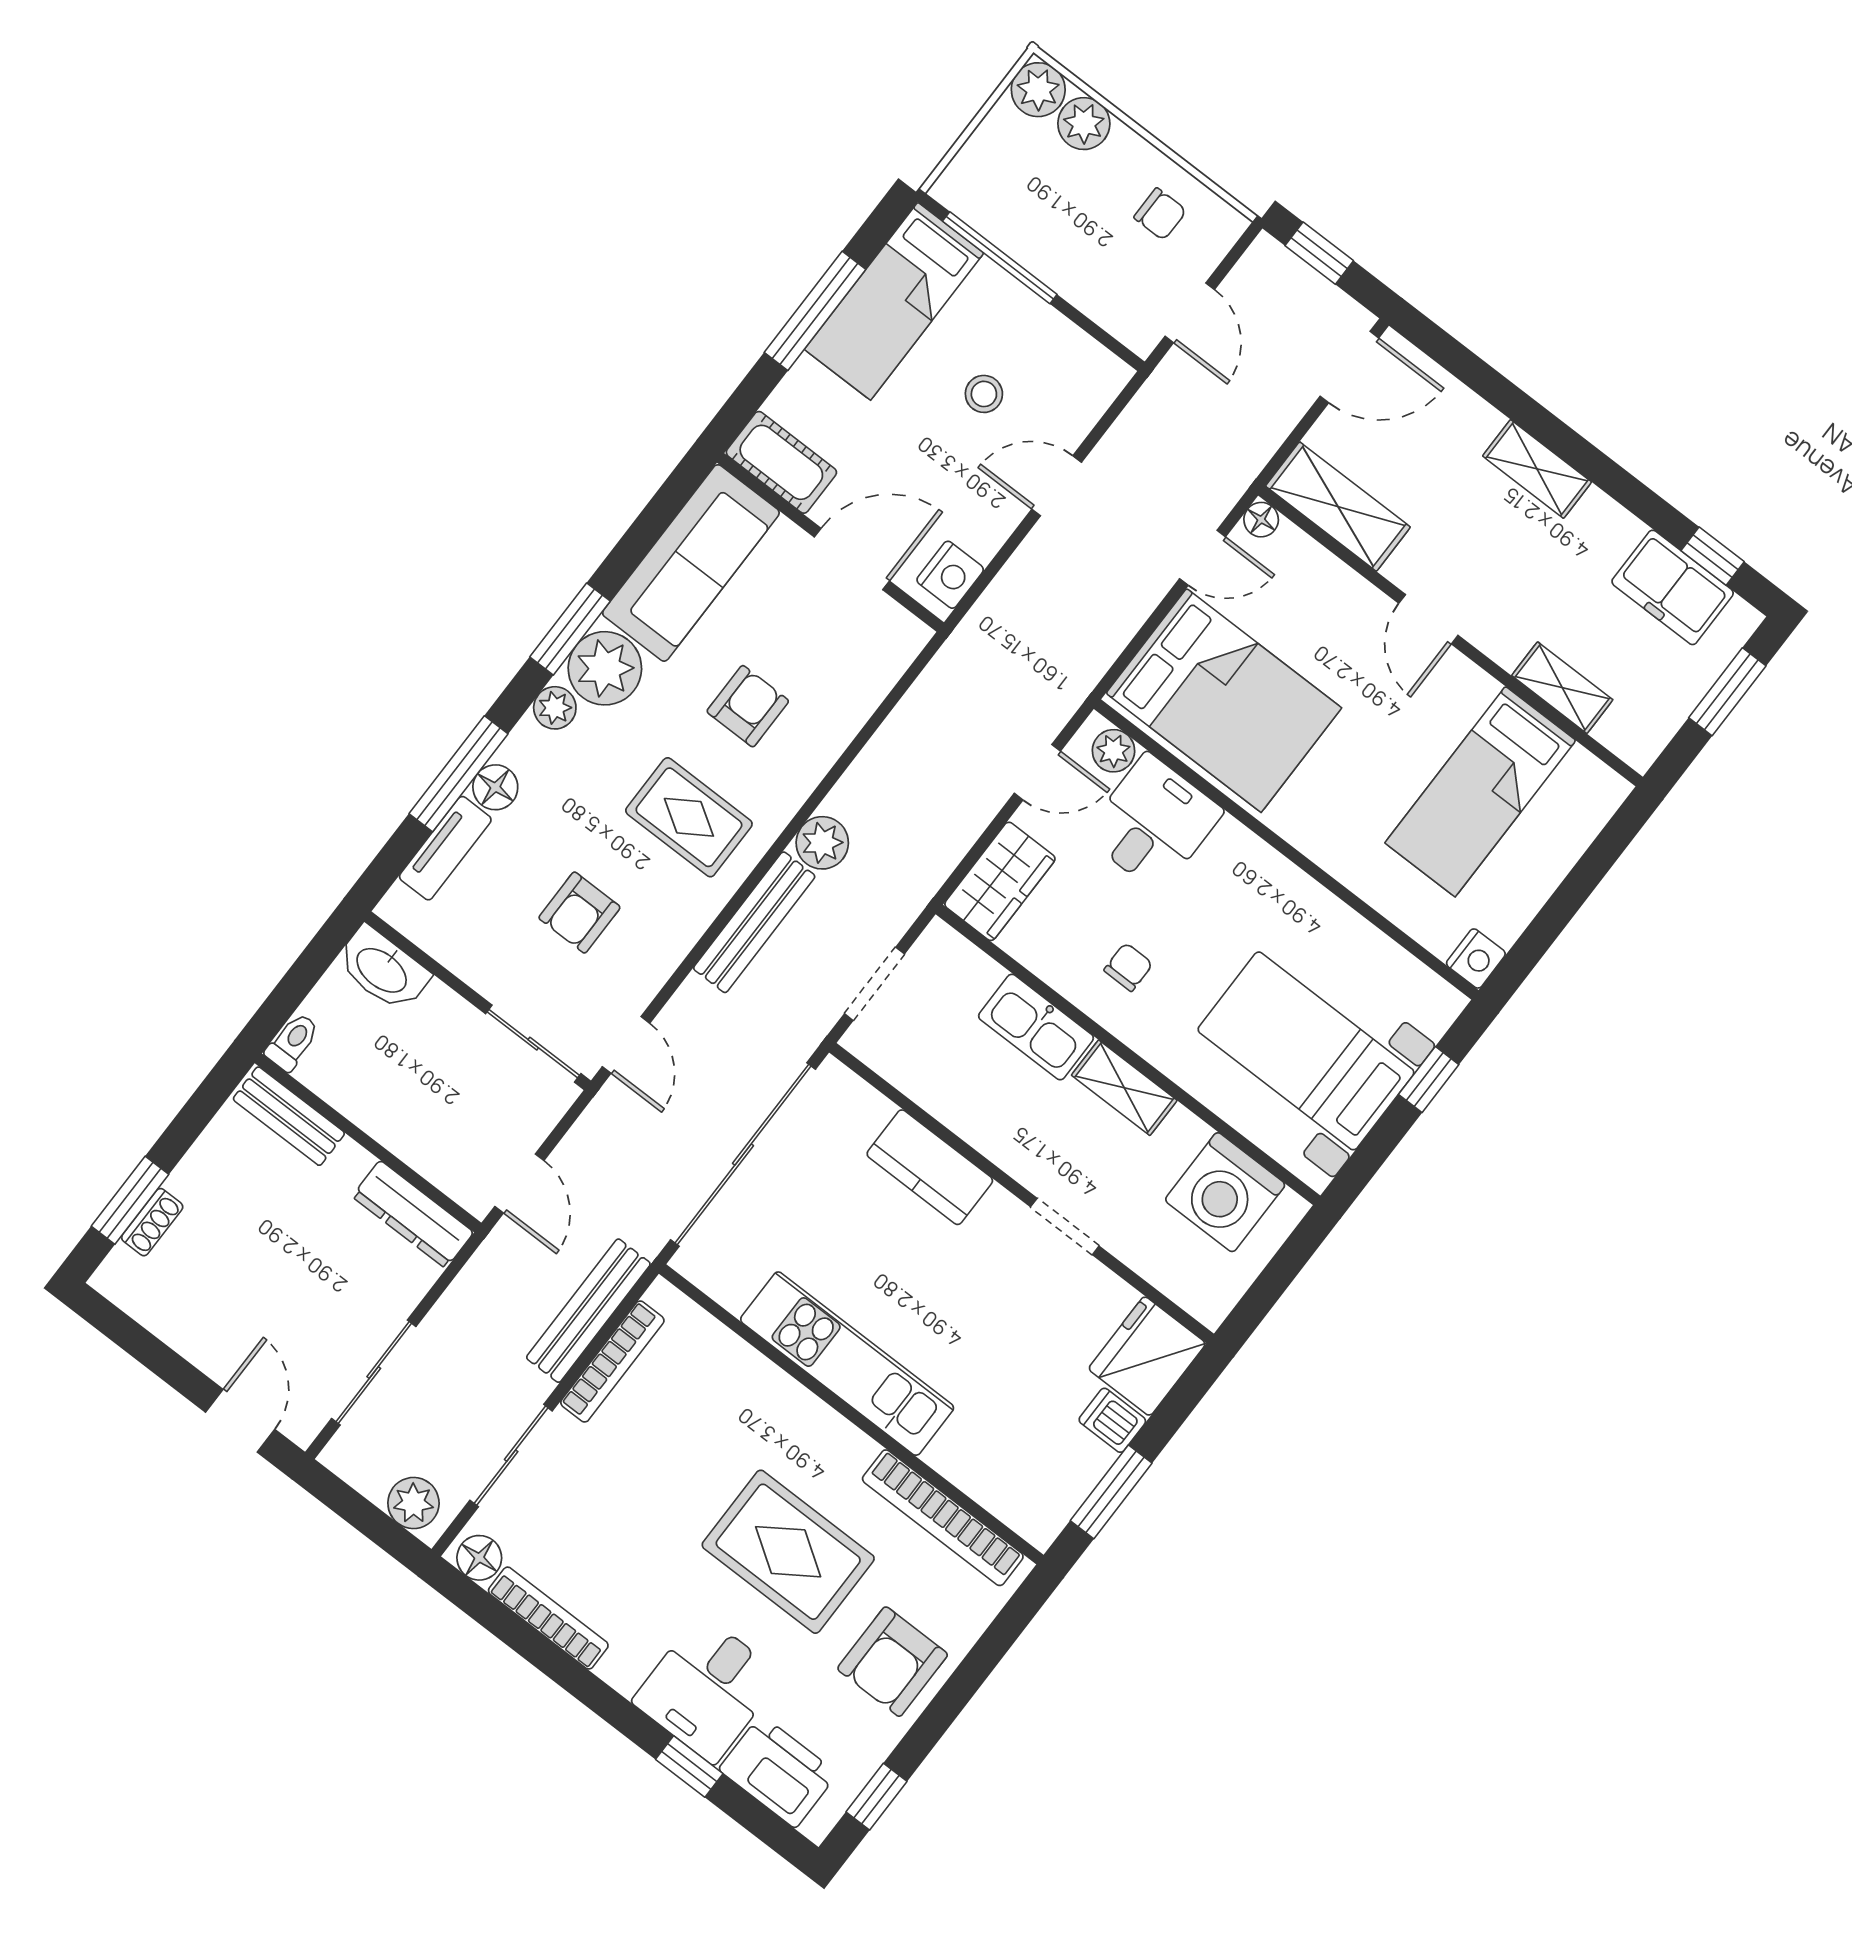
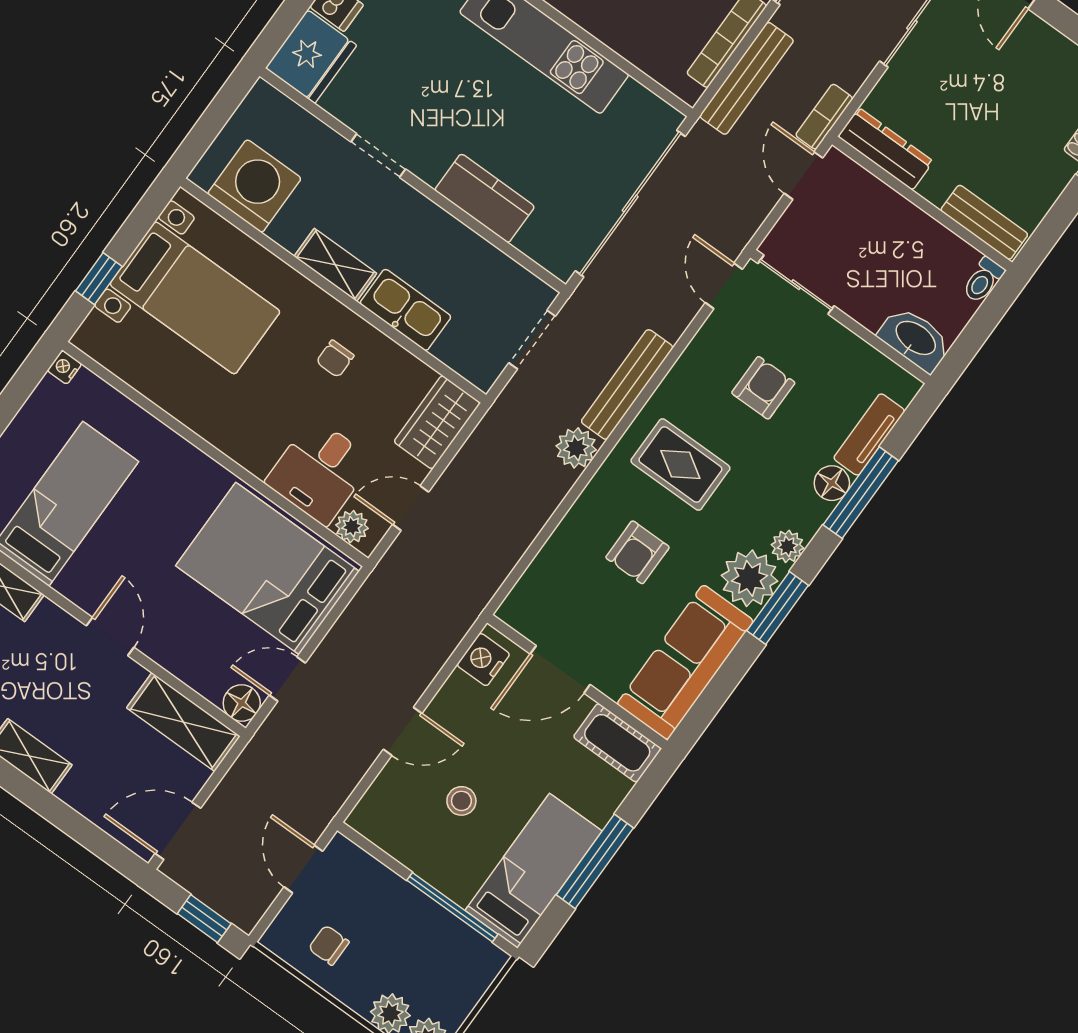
floor lamp: (1261, 520) -> (242, 703), width x1.37, depth x1.37
nightstand: (1476, 959) -> (64, 367), width x0.72, depth x0.74
bookcase: (490, 1258) -> (824, 117), added

